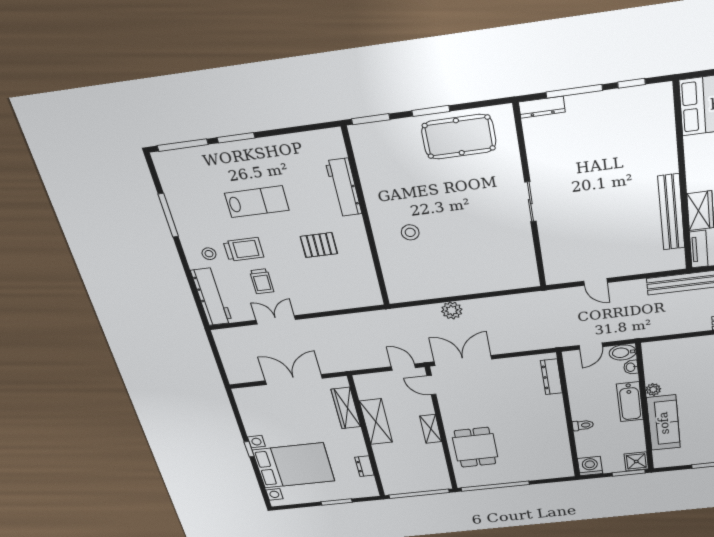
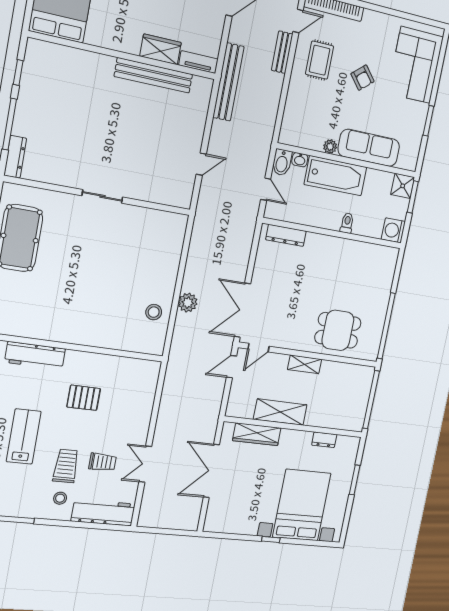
stool: (410, 232) -> (154, 312), moved
pallet: (319, 245) -> (84, 398), turned 90
bathtub: (630, 402) -> (335, 176), width x1.36, depth x1.36

